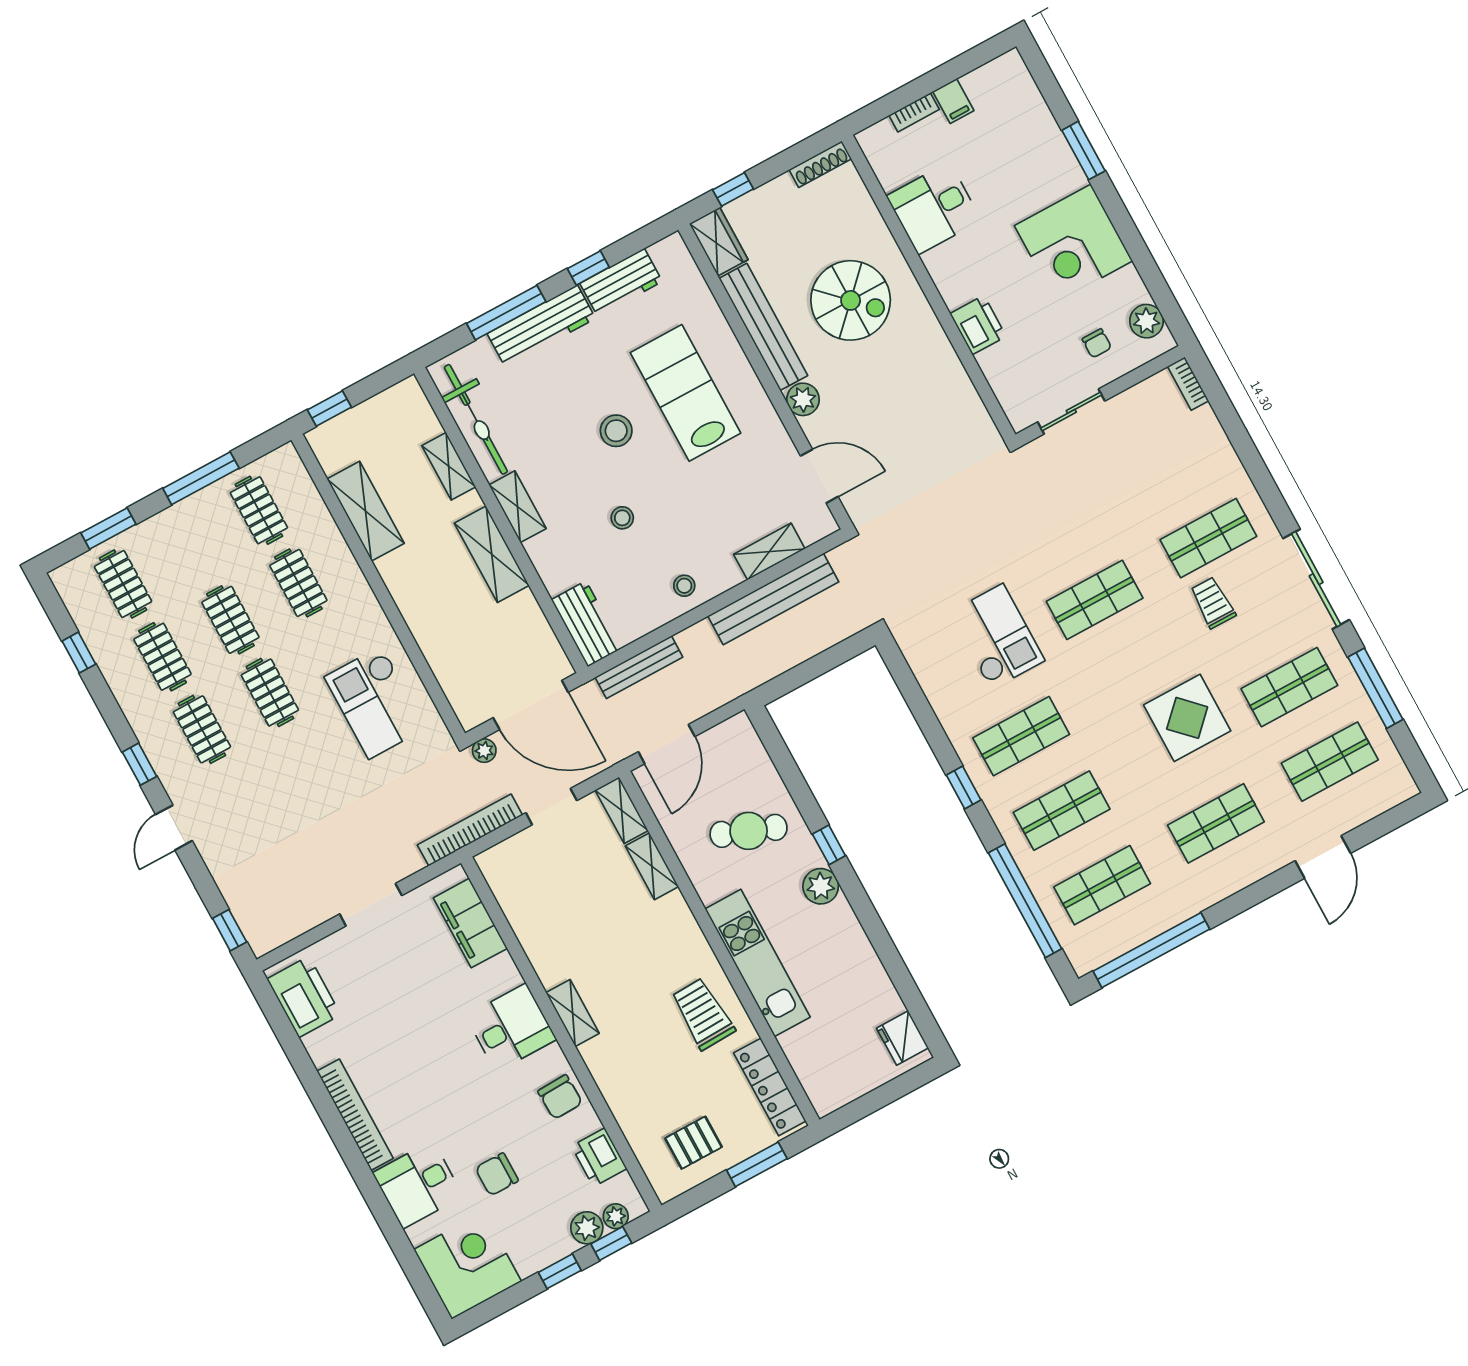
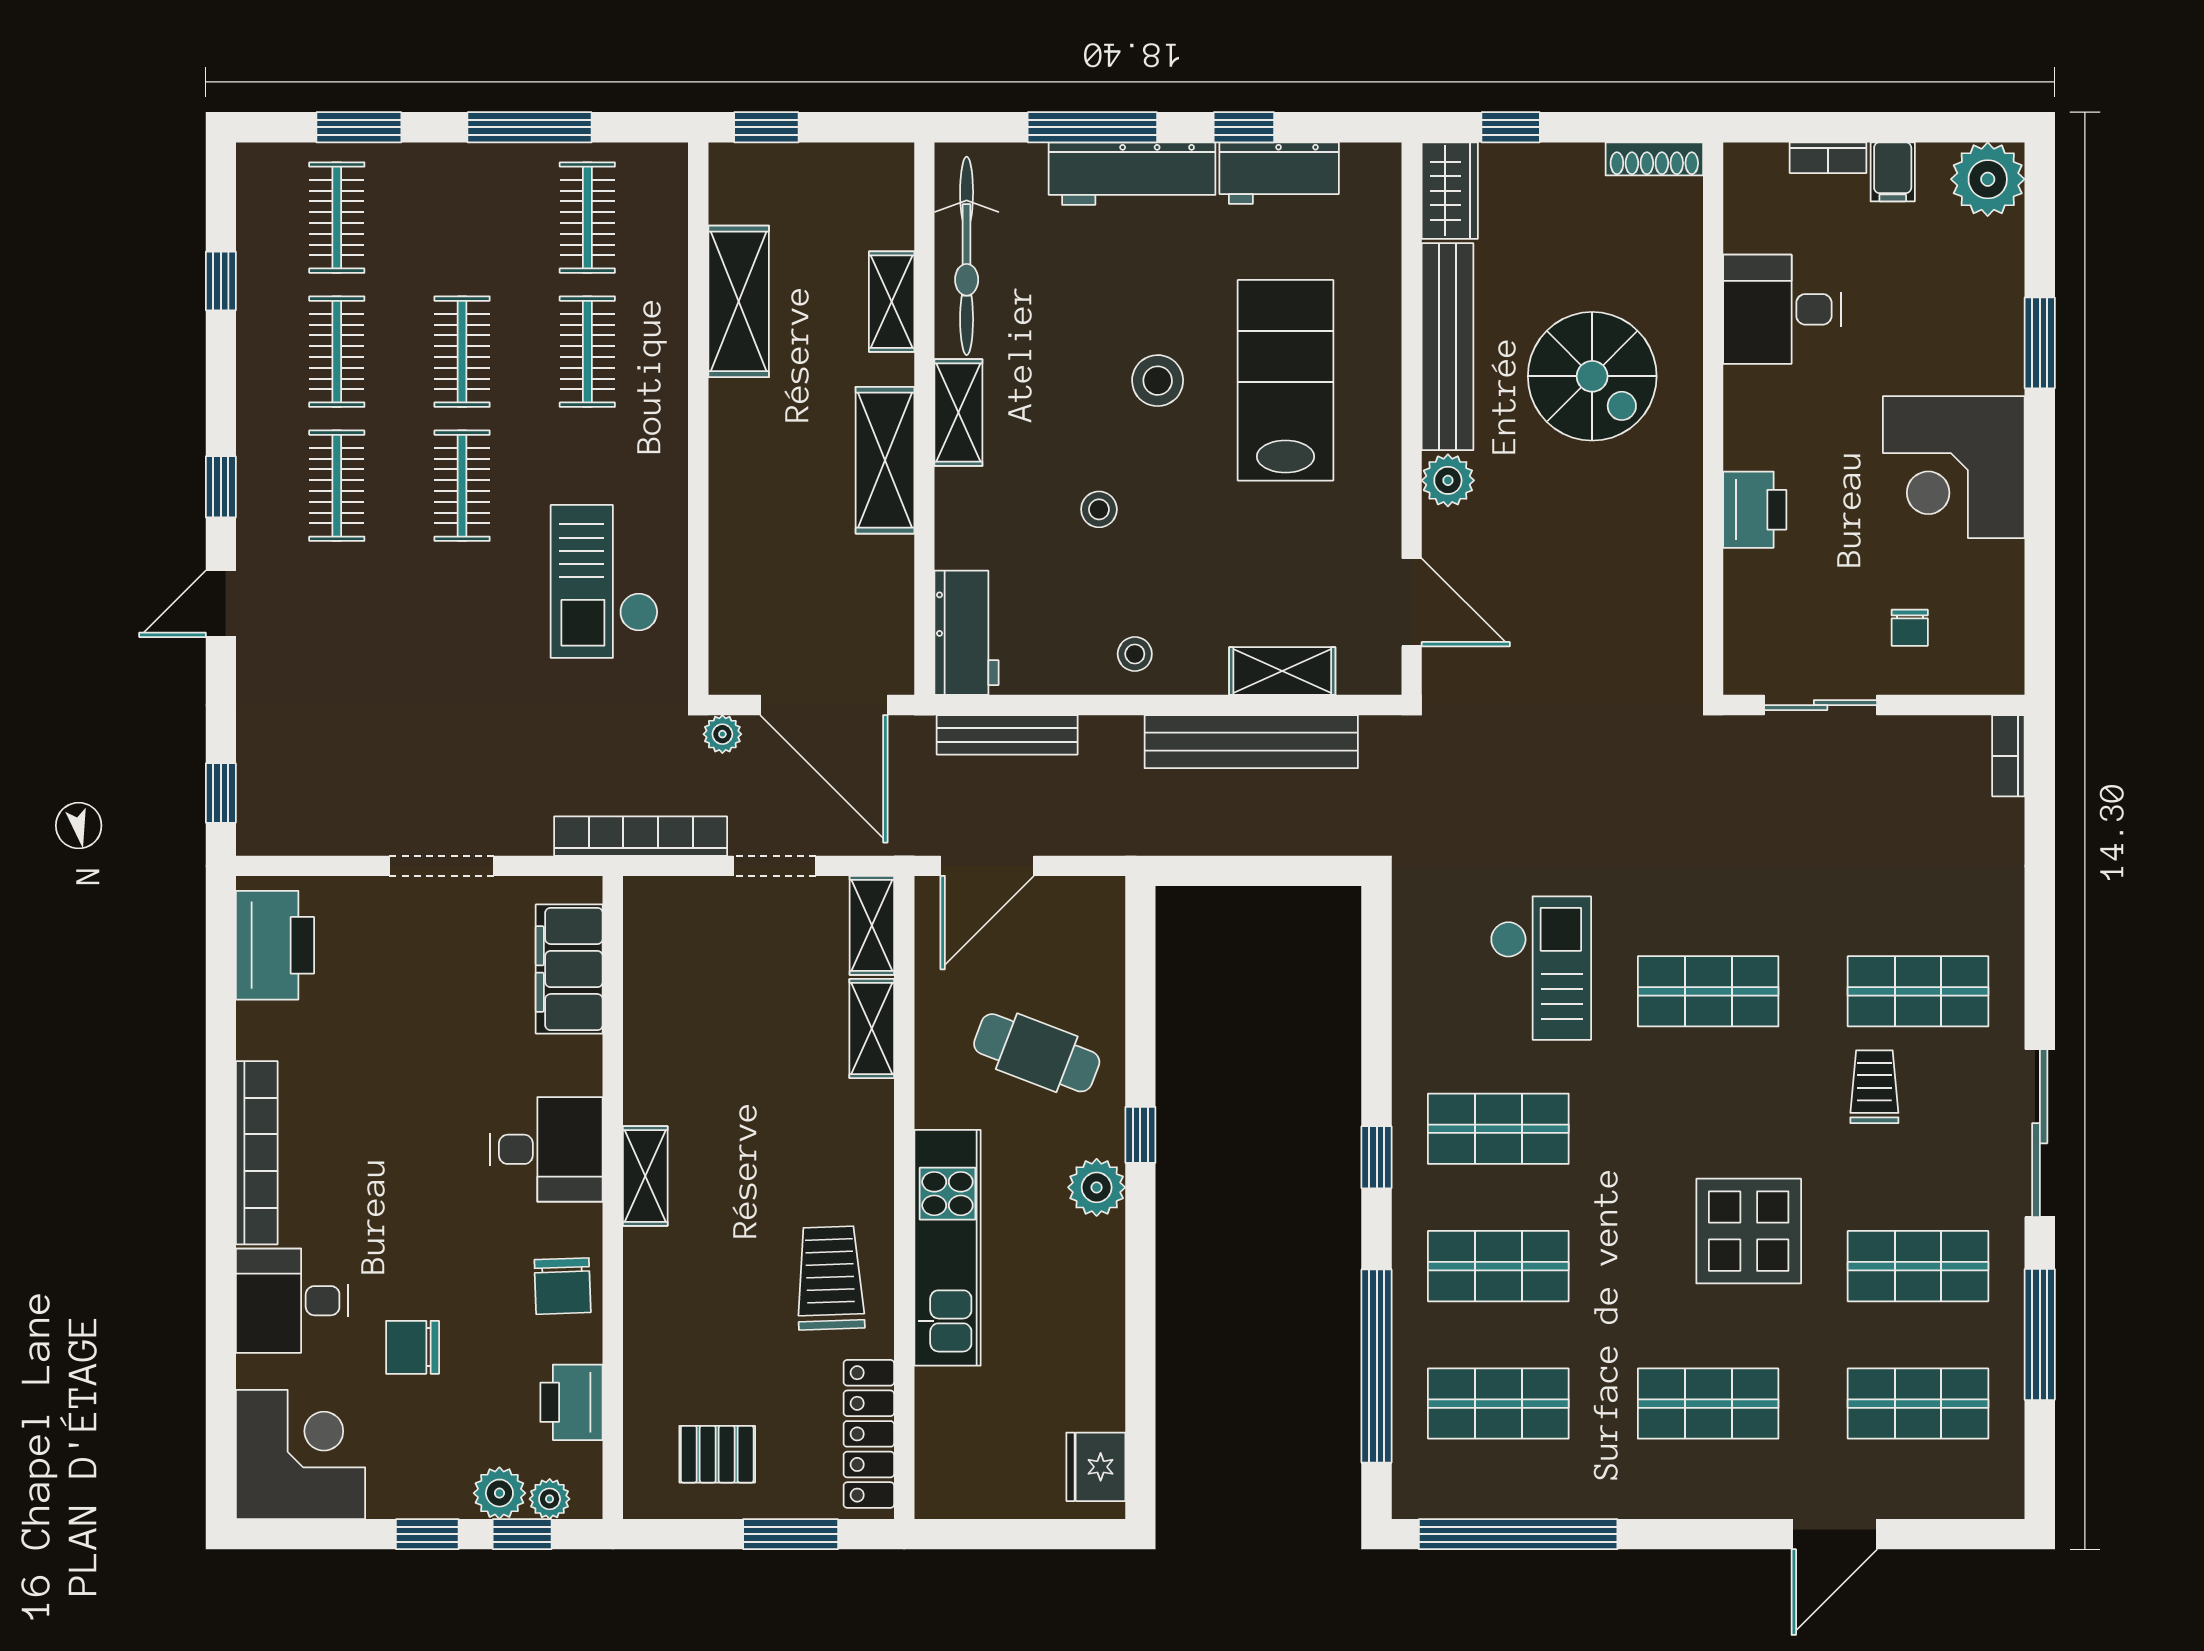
plant: (1146, 321) -> (1988, 179), moved, width x1.36, depth x1.36

